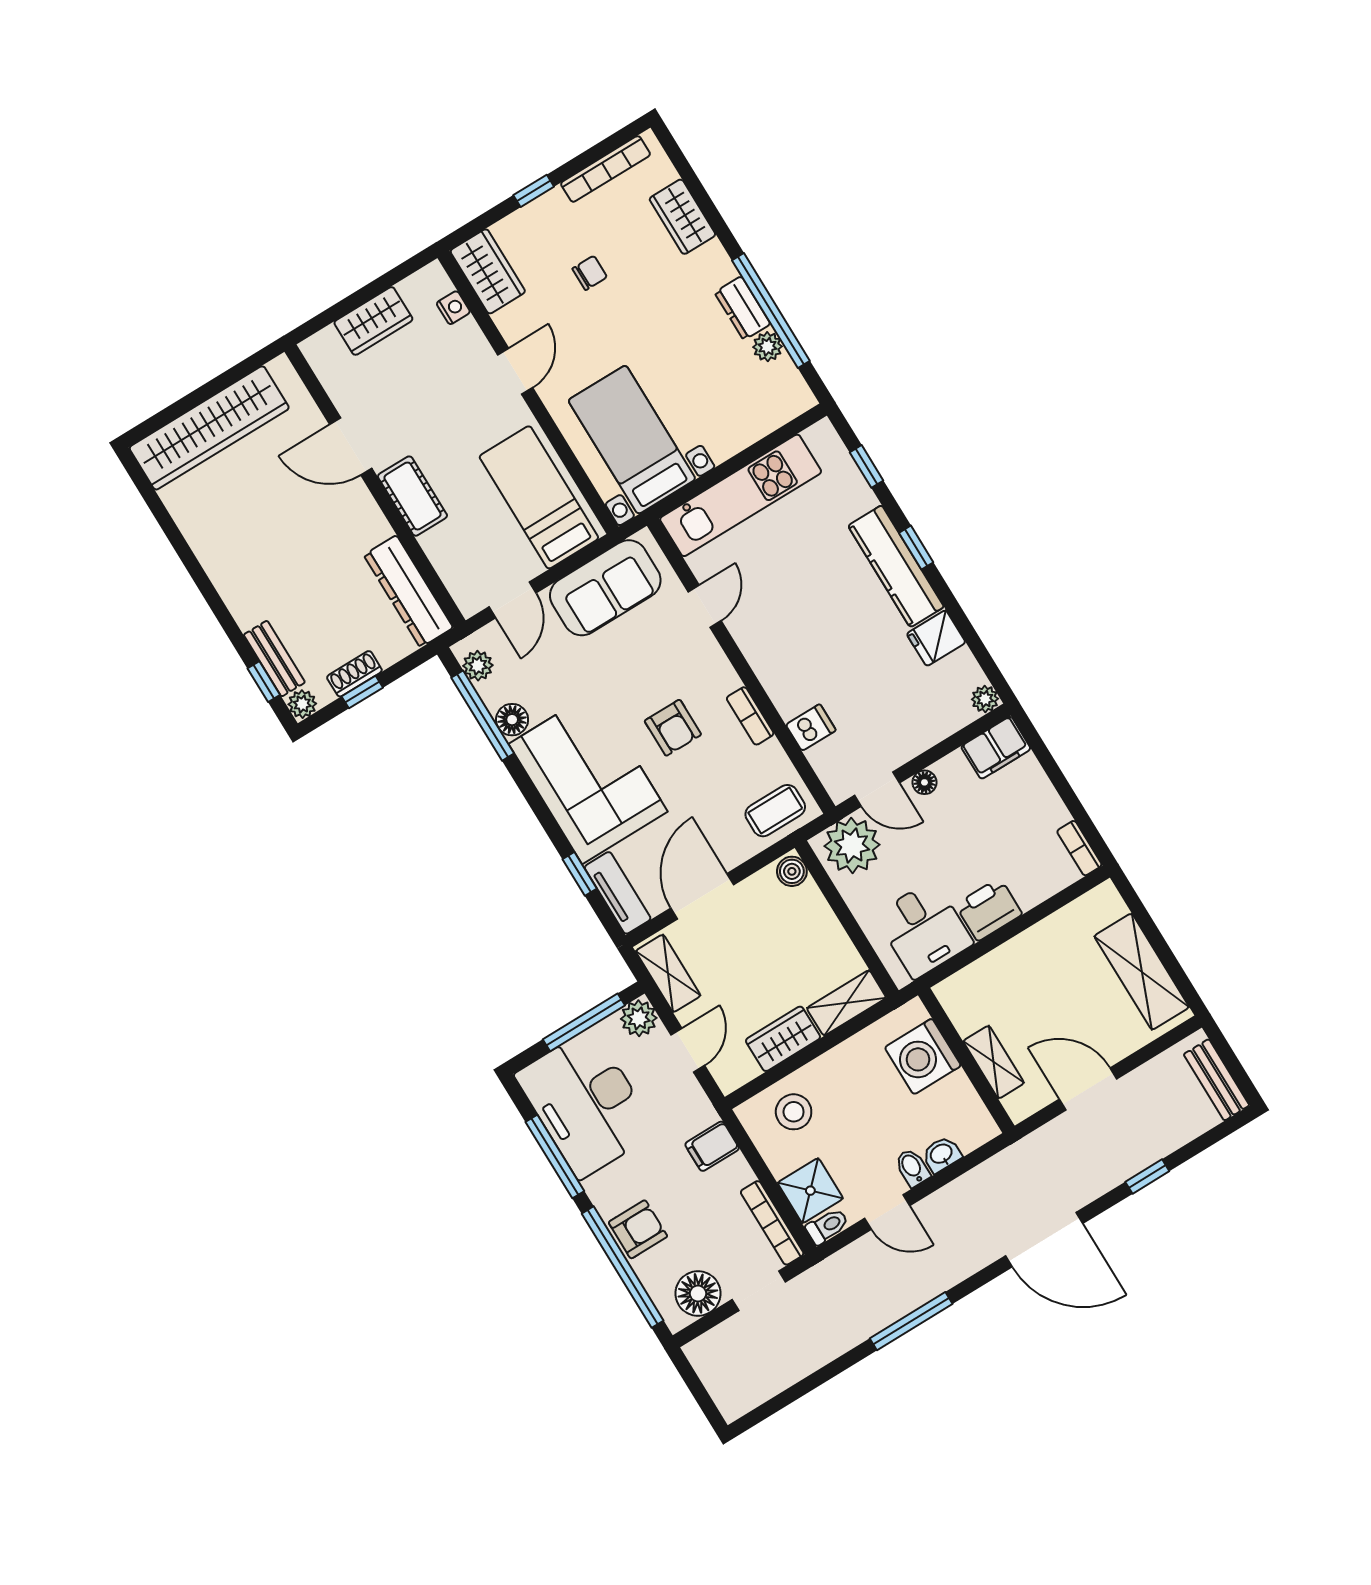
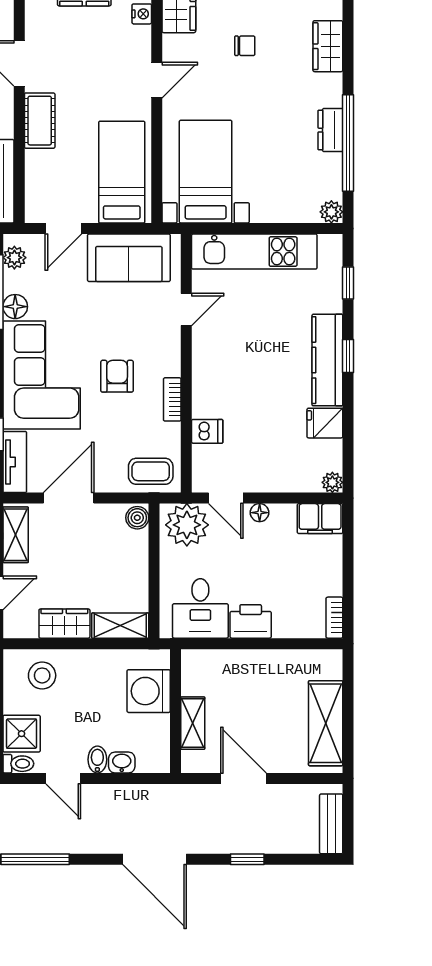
plant: (768, 347) -> (331, 212), moved
armchair: (673, 728) -> (117, 376), turned 180

